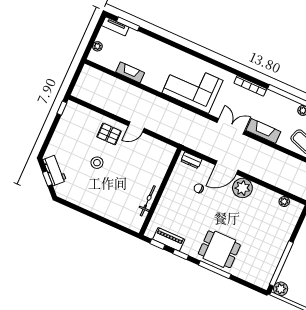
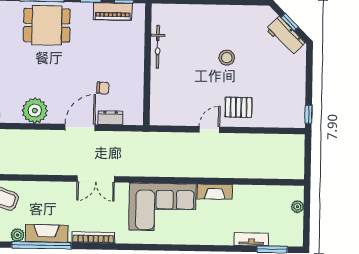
tv unit: (115, 26) -> (251, 239), moved
fireplace: (130, 72) -> (215, 192), moved
fireplace: (263, 131) -> (47, 233), moved, turned 180
dresser: (191, 160) -> (110, 118), moved
stool: (97, 163) -> (227, 58), moved
plant: (242, 188) -> (35, 111), moved

